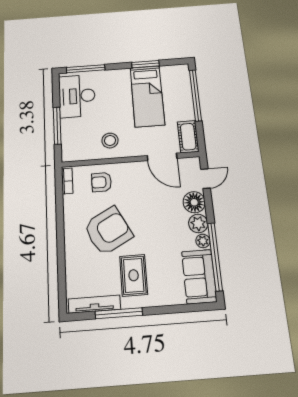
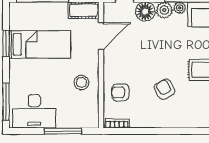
armchair: (101, 182) -> (120, 92), turned 90
armchair: (108, 231) -> (165, 89), width x0.53, depth x0.53

